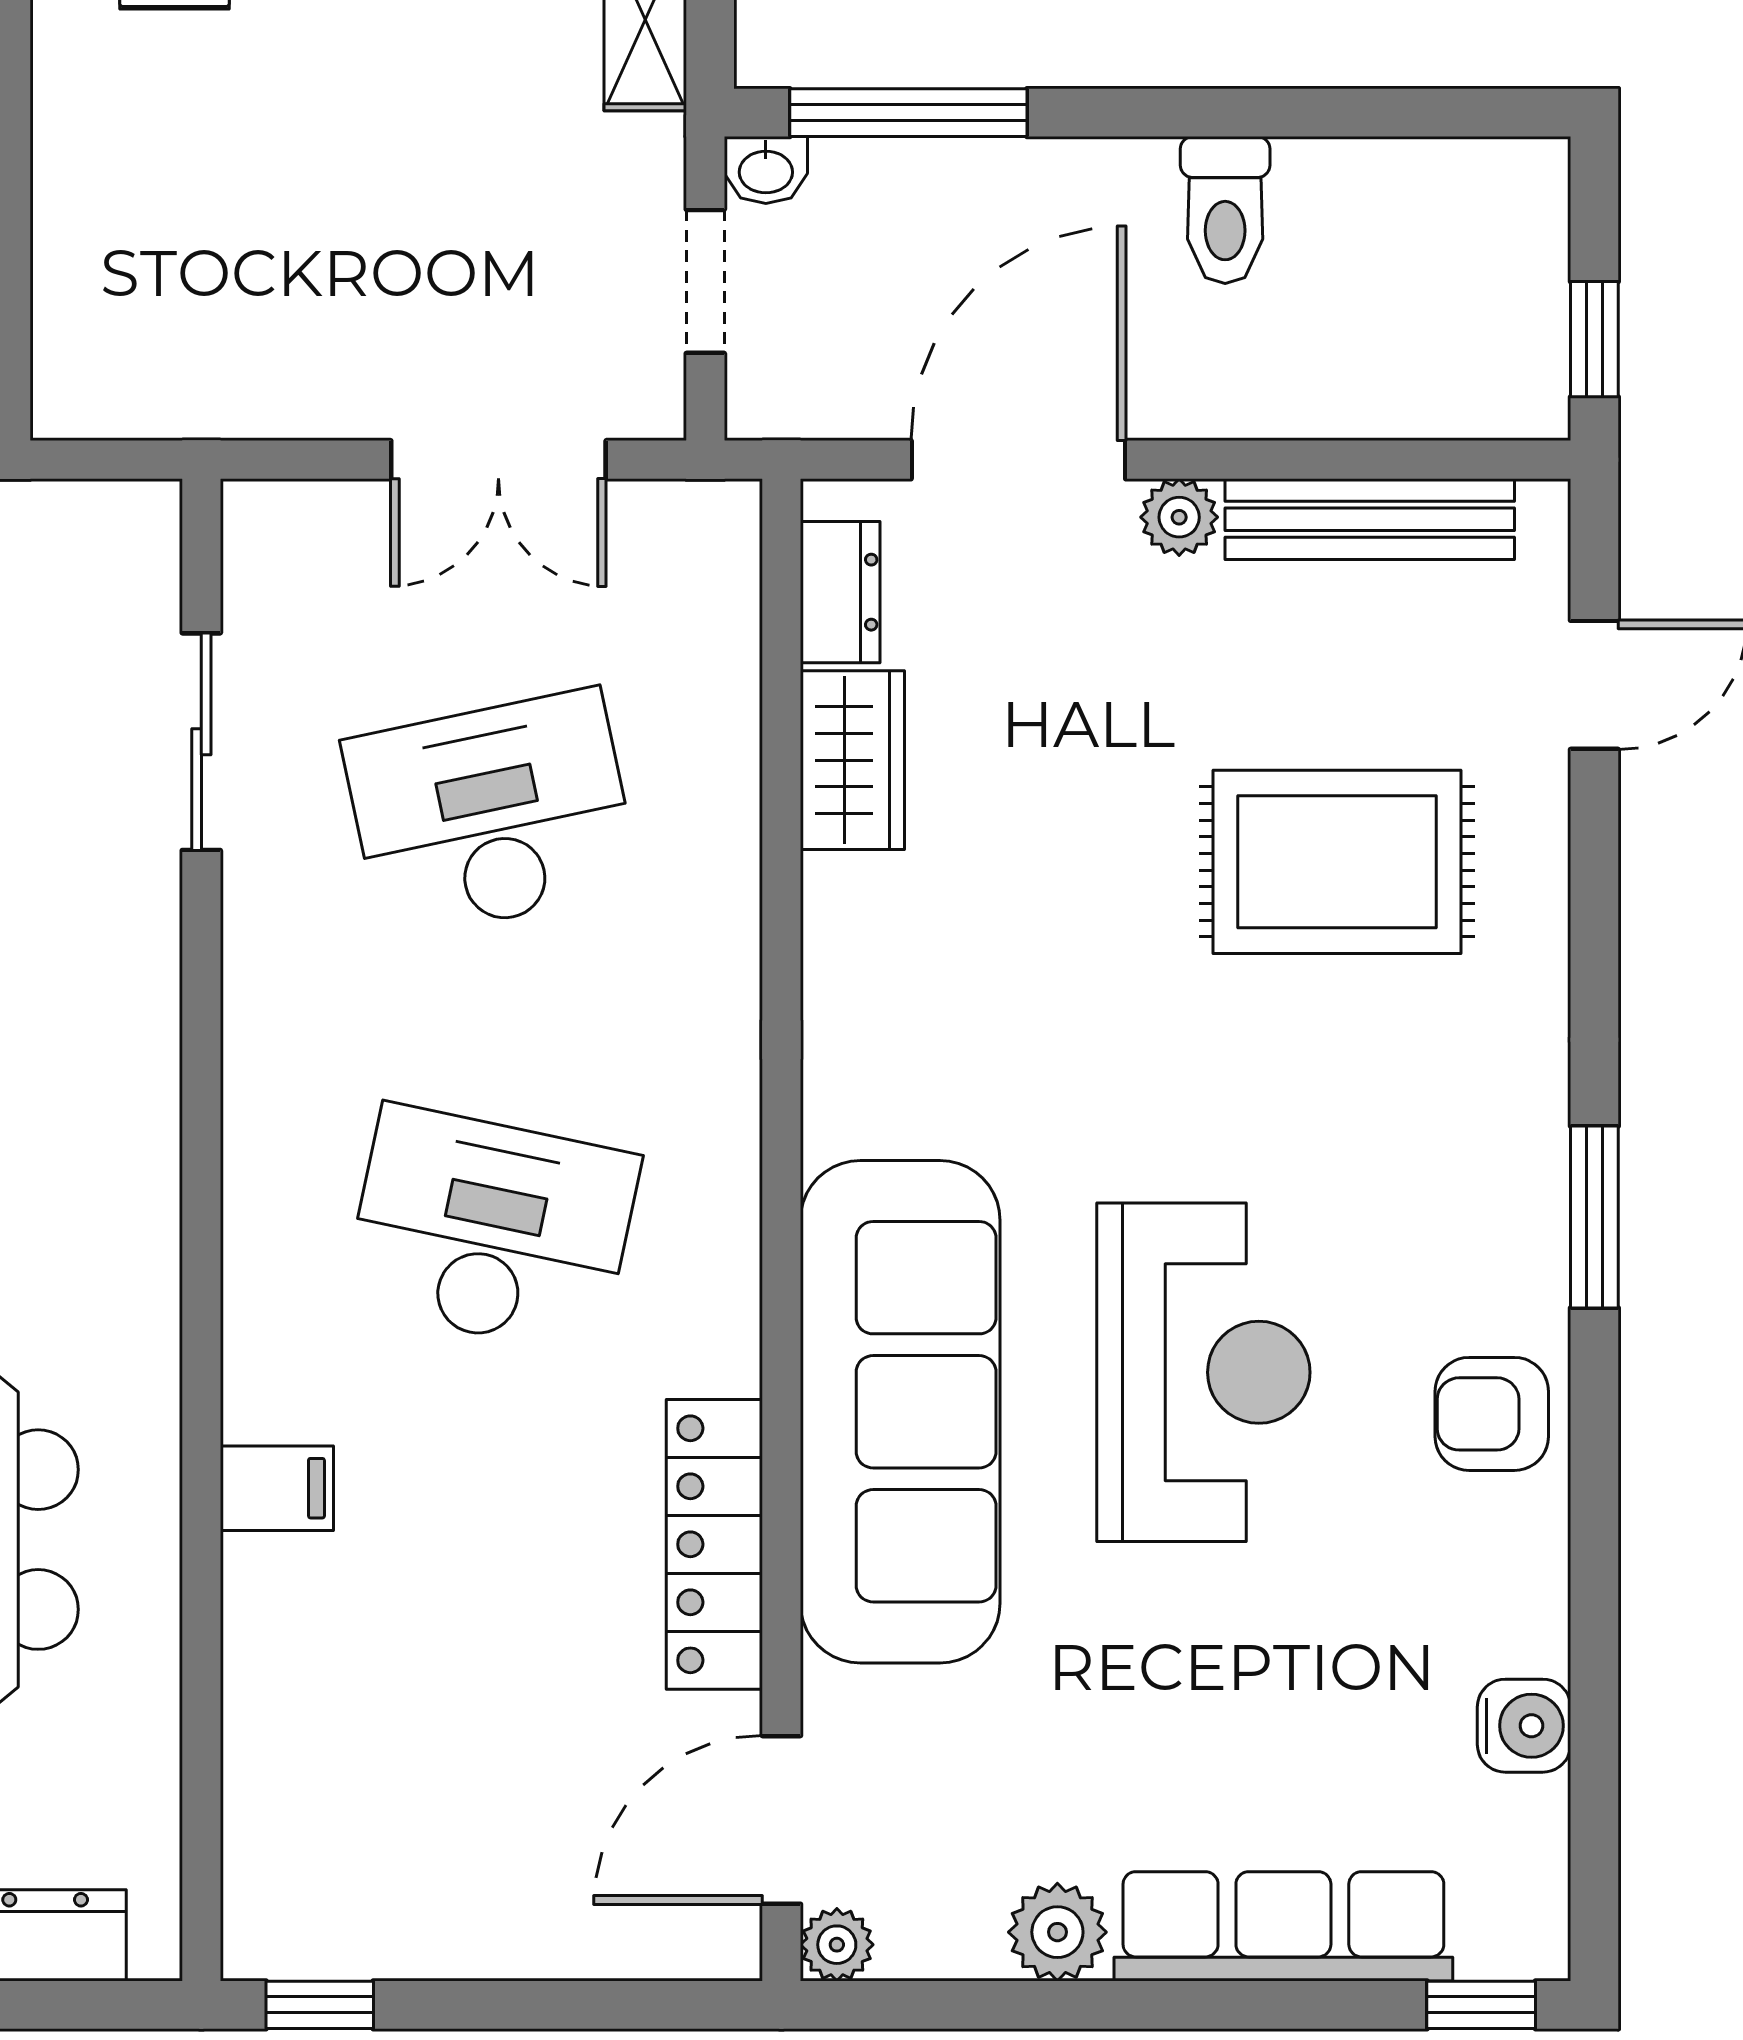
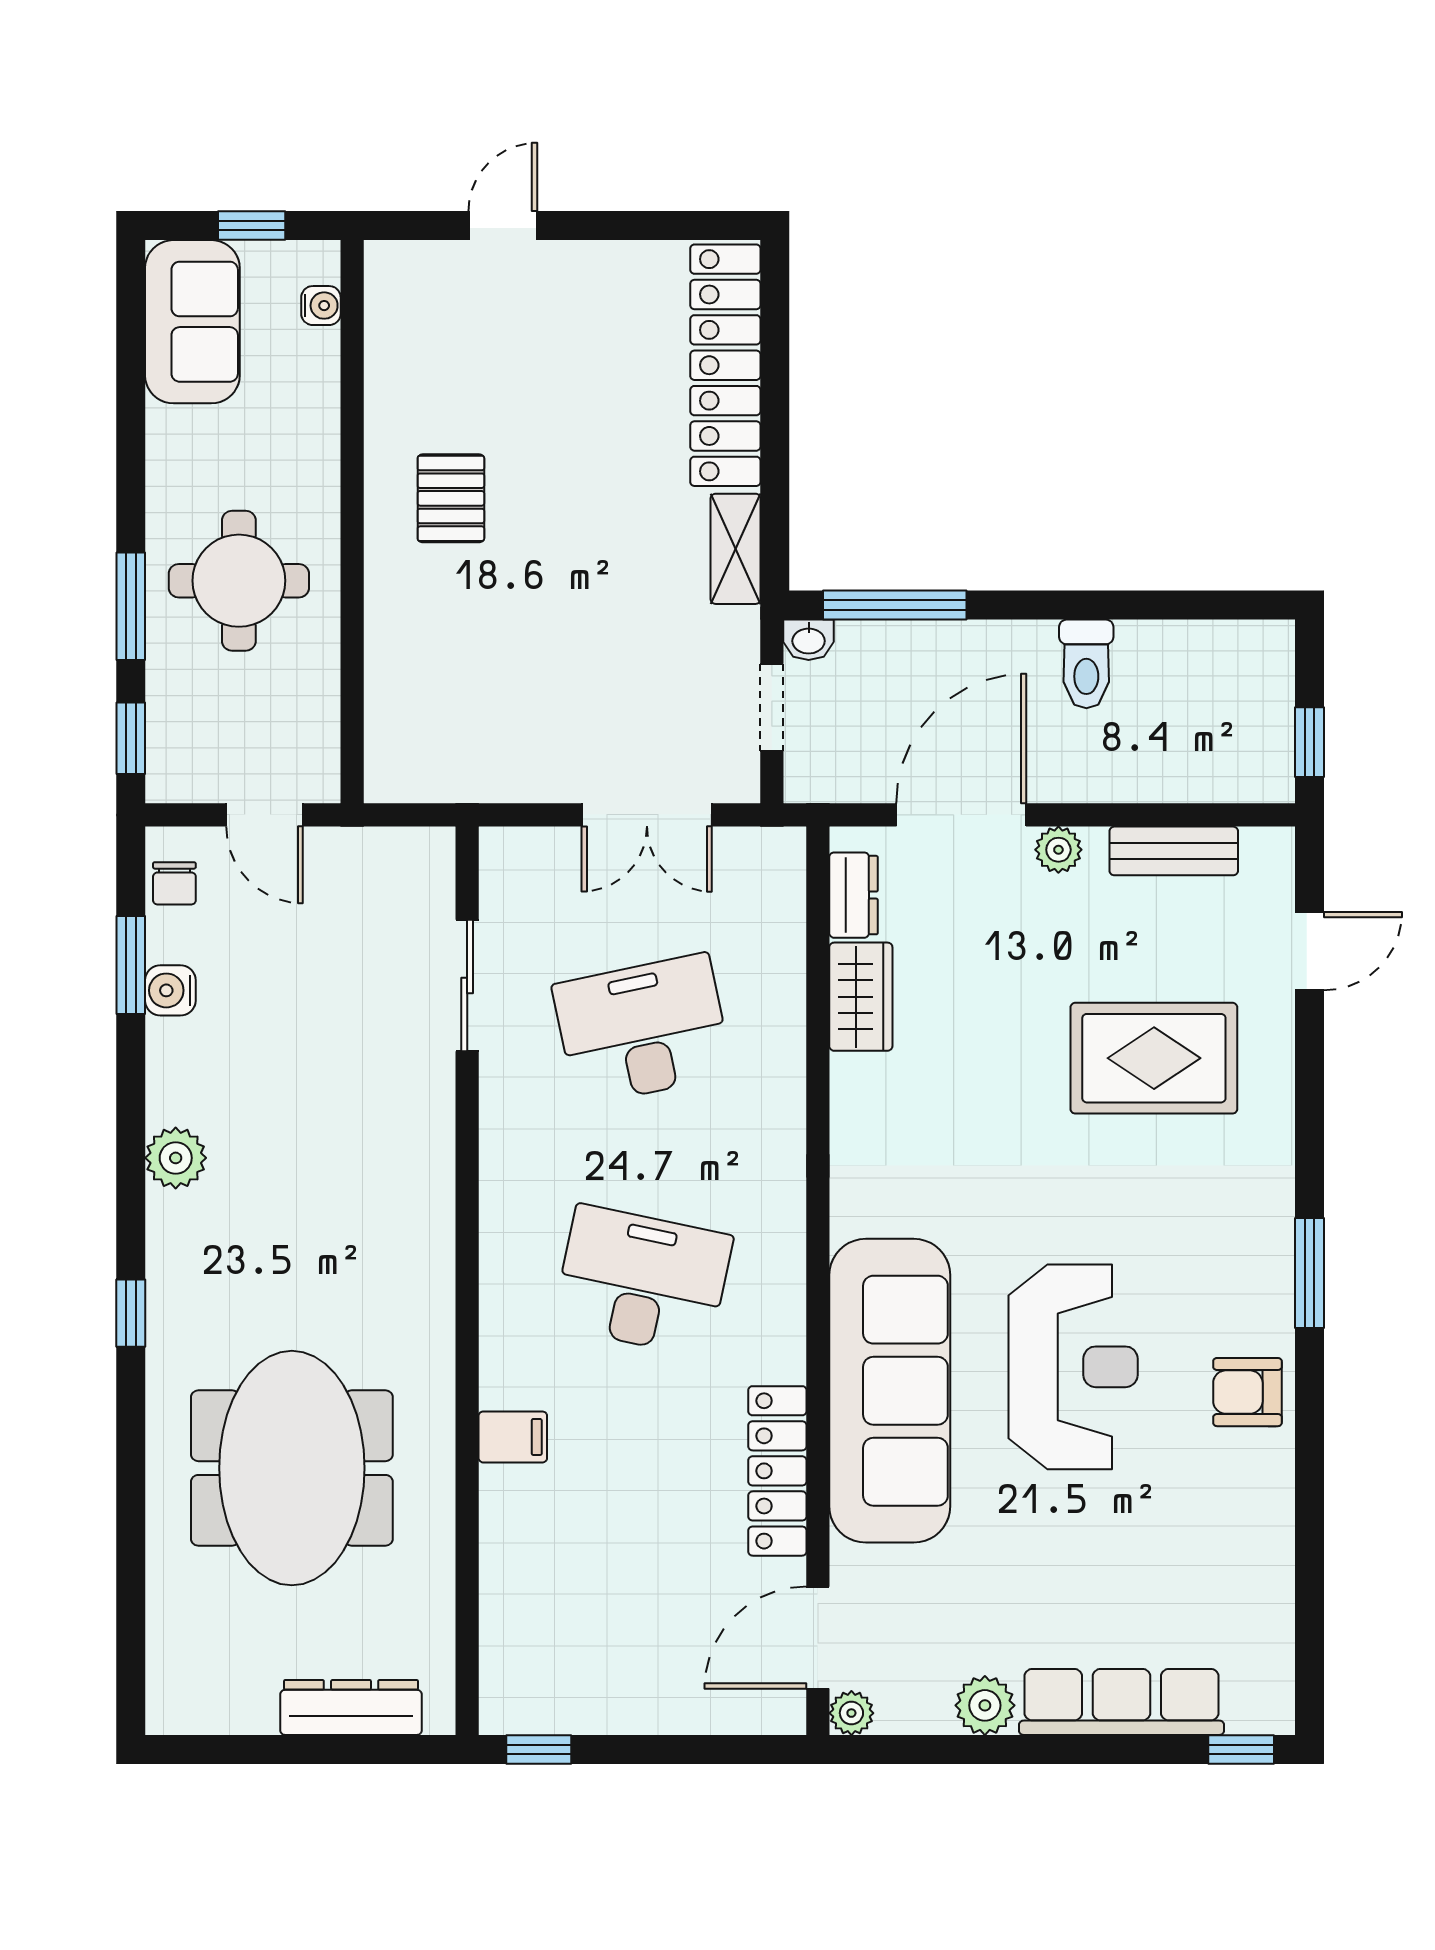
bench: (1370, 519) -> (1174, 851), width x0.73
water cooler: (1524, 1726) -> (1267, 1581), removed

